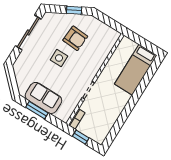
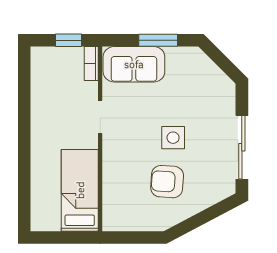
window: (74, 10) -> (194, 222), removed
bed: (136, 70) -> (80, 190), moved
sofa: (43, 98) -> (134, 64), moved

